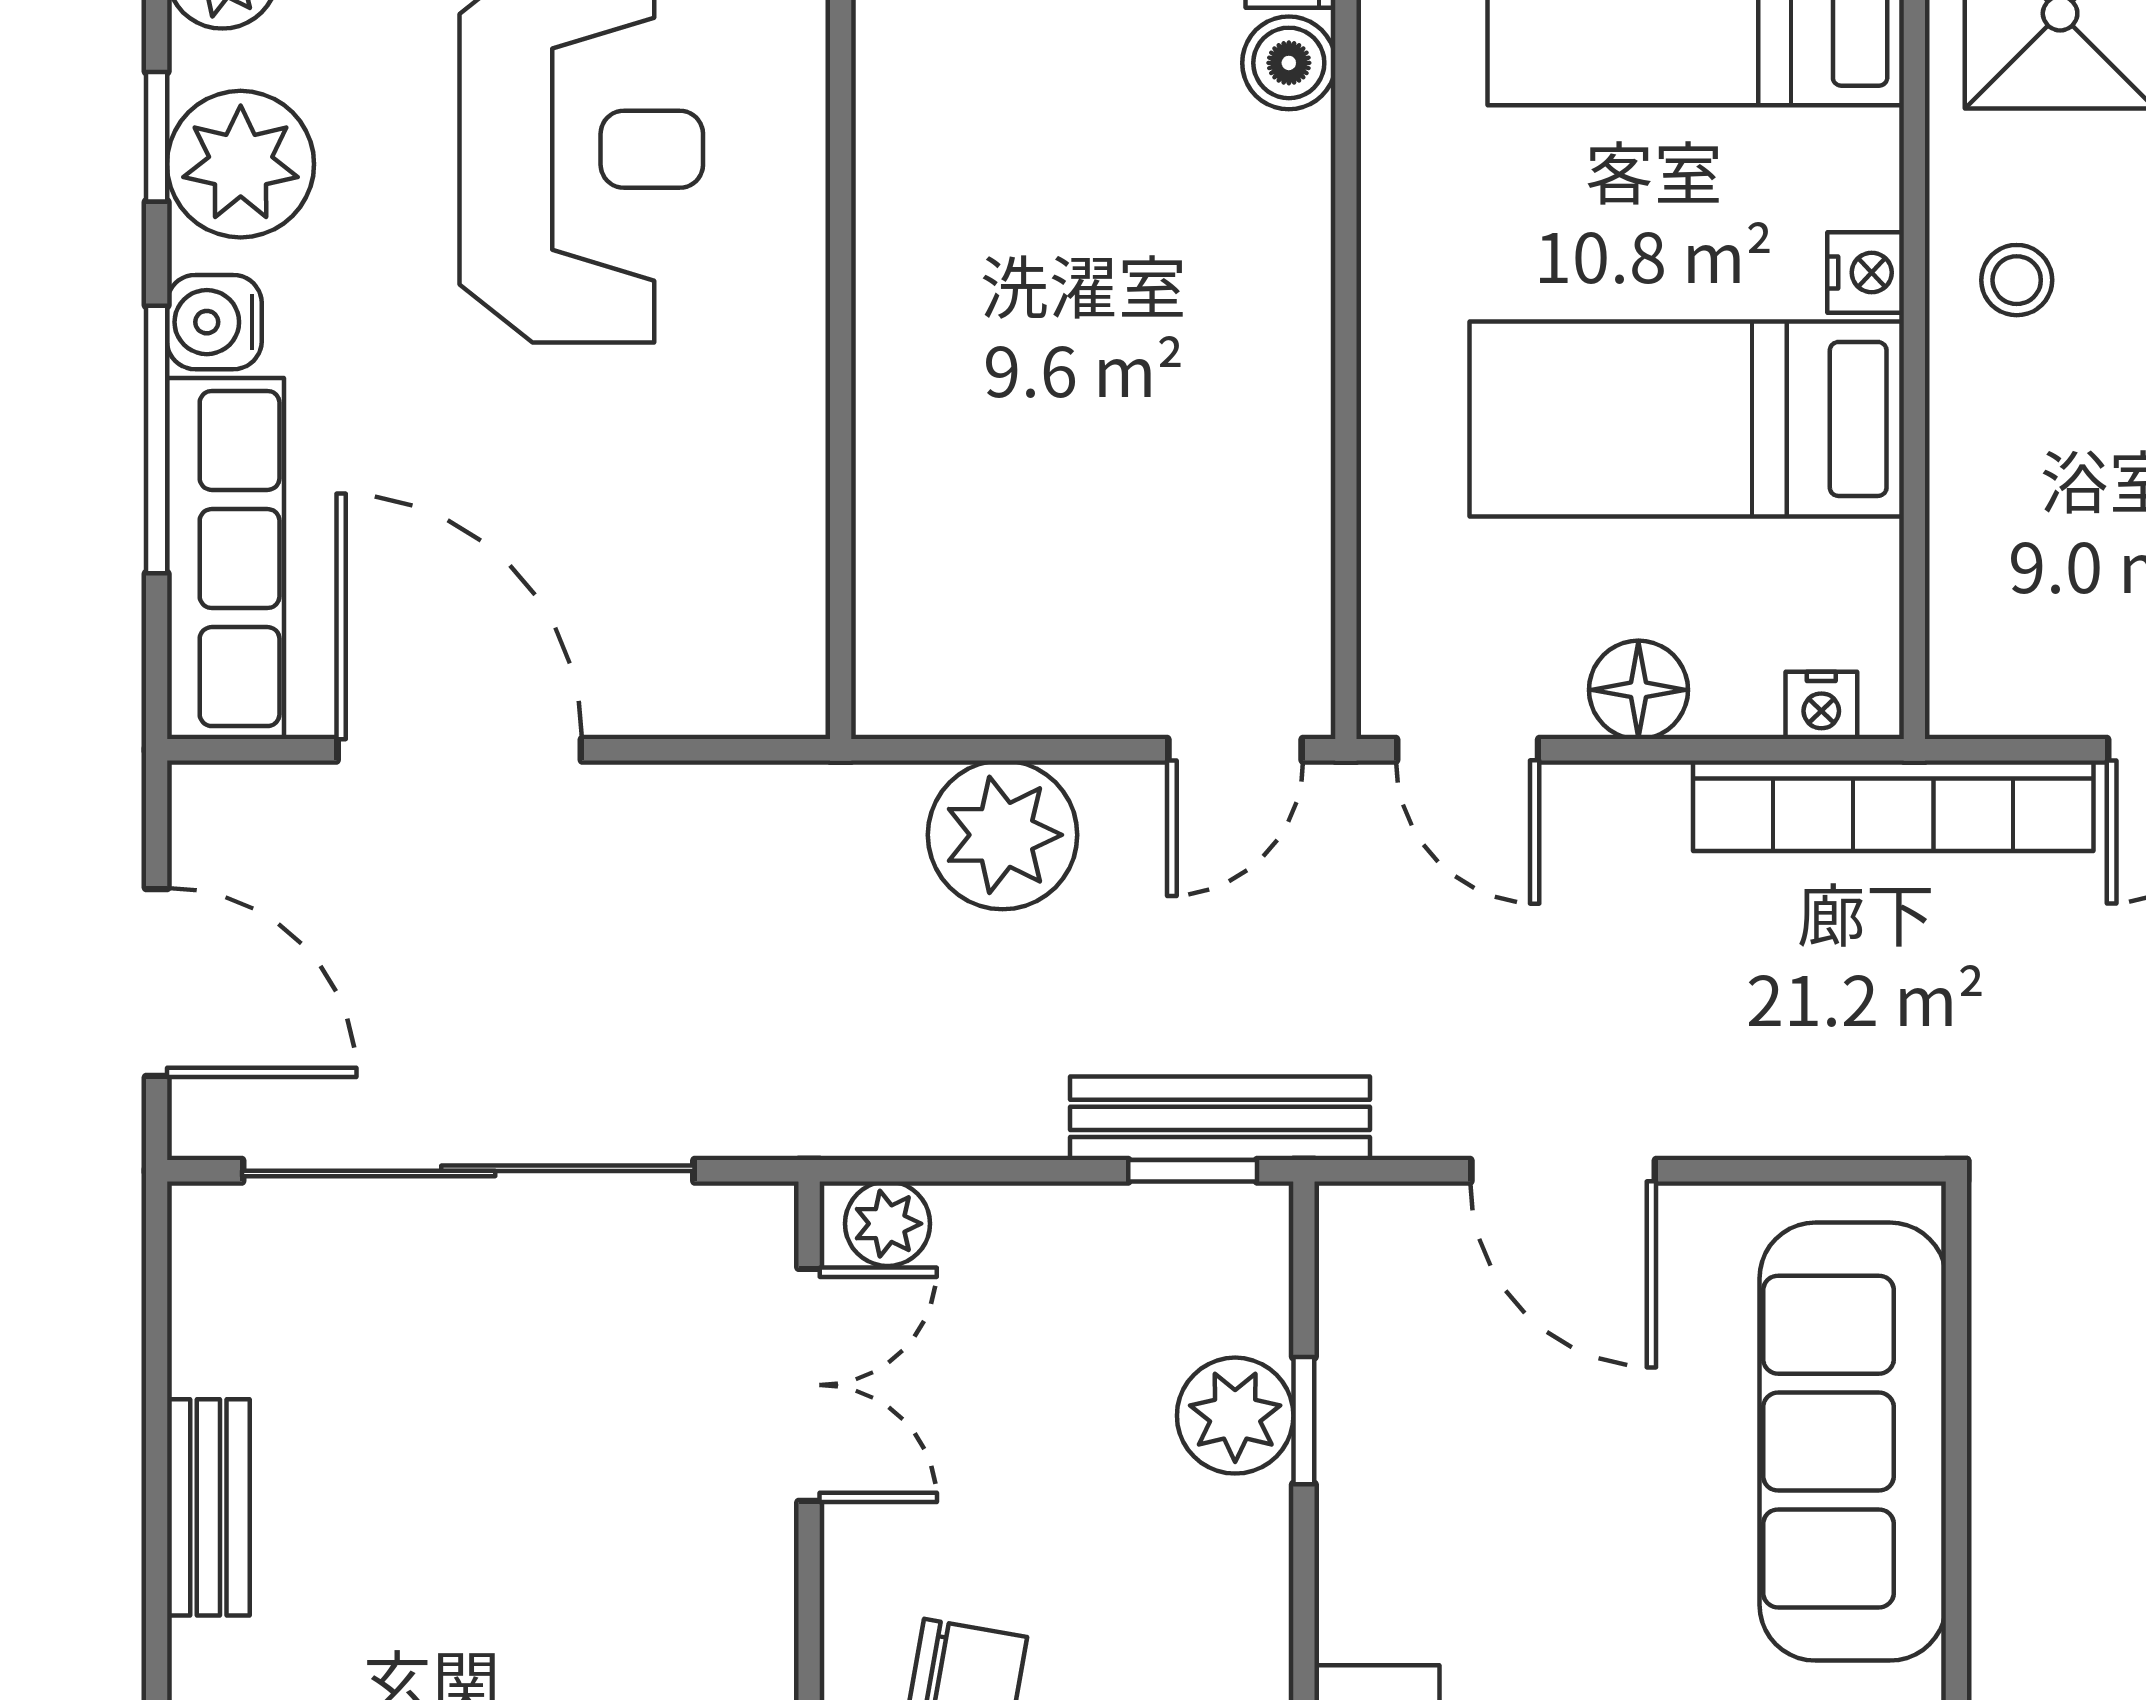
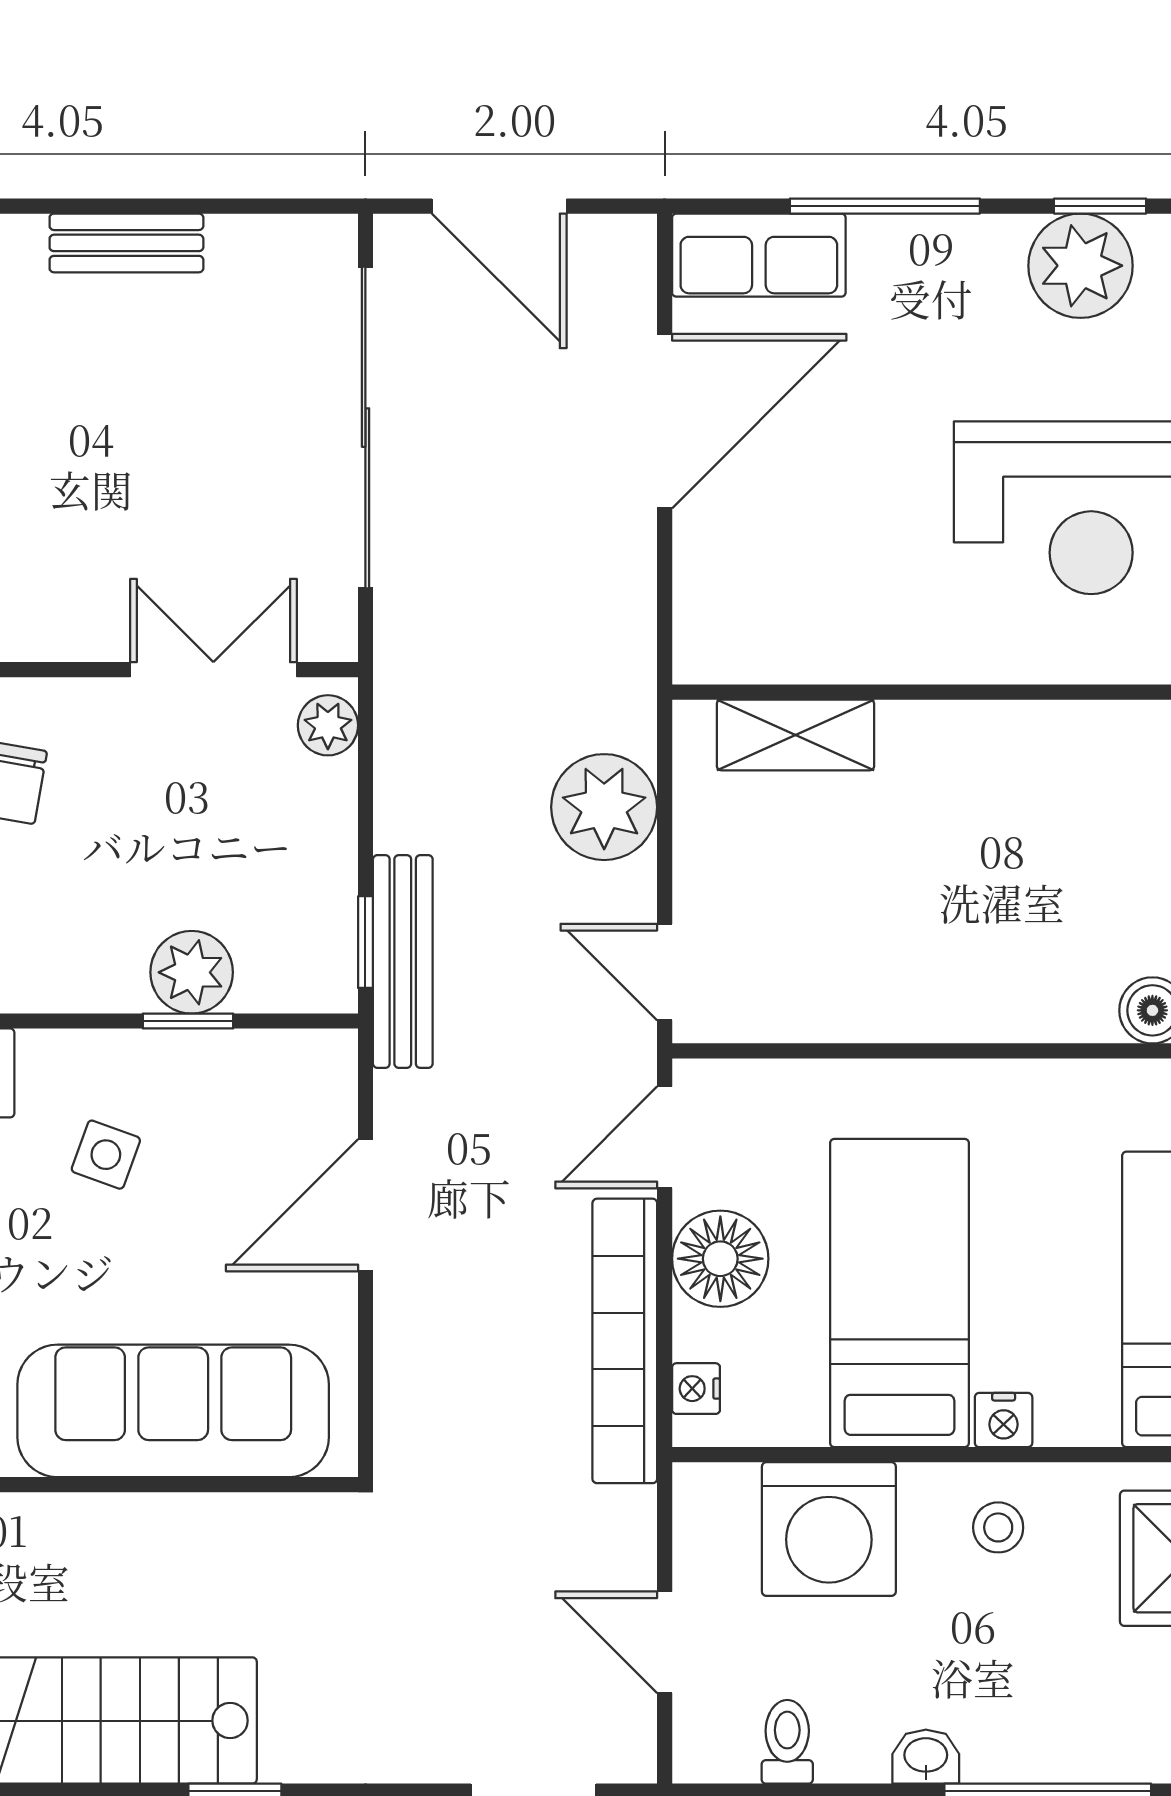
water cooler: (214, 322) -> (968, 247), removed
washing machine: (2019, 518) -> (829, 1529), added
row of seats: (226, 559) -> (759, 255), width x0.68
shelving: (901, 565) -> (795, 735), added
floor lamp: (1638, 690) -> (720, 1259), width x1.38, depth x1.38
bookcase: (1893, 806) -> (625, 1341), moved
door: (157, 982) -> (499, 206), hinge flipped
double door: (809, 1385) -> (213, 670), swing flipped
side table: (1492, 1536) -> (106, 1155), added

